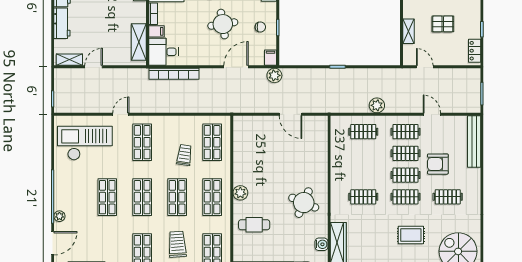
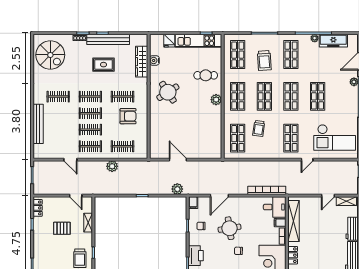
shelving: (139, 42) -> (294, 221), width x1.47
plant: (274, 75) -> (177, 189), moved
bench: (474, 141) -> (38, 124), moved
armchair: (438, 164) -> (128, 116), moved
round table: (304, 203) -> (168, 92), turned 34
rug: (411, 235) -> (103, 65), moved

